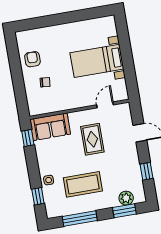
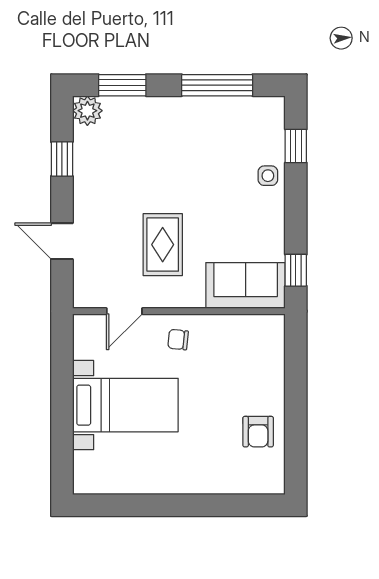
chair: (45, 82) -> (178, 340), moved
coffee table: (83, 184) -> (198, 154), removed
plant: (126, 198) -> (87, 111), moved

